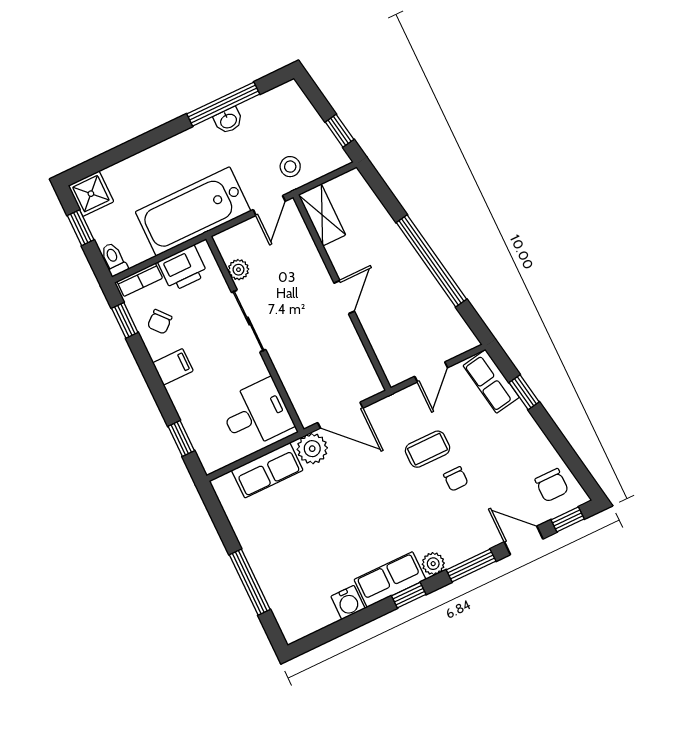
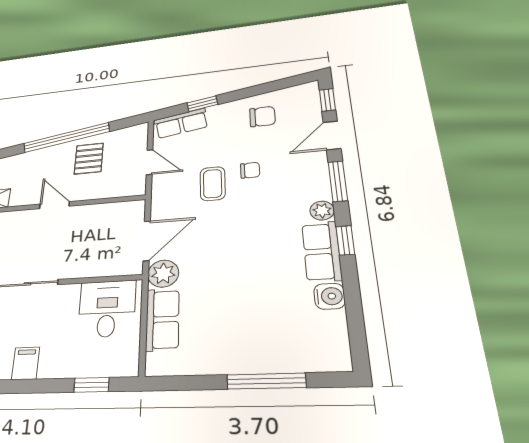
pallet: (413, 303) -> (89, 159), added
chair: (552, 485) -> (262, 117), moved

